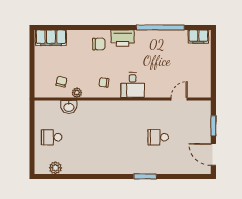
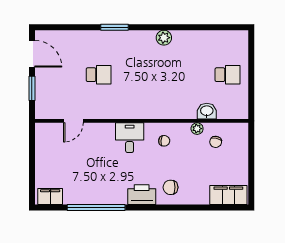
plant: (55, 168) -> (164, 38), moved

